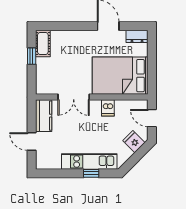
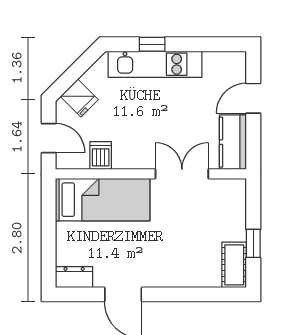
bed: (120, 76) -> (103, 200), width x0.67
dishwasher: (108, 108) -> (101, 155), moved
door: (32, 142) -> (253, 98), swing flipped

